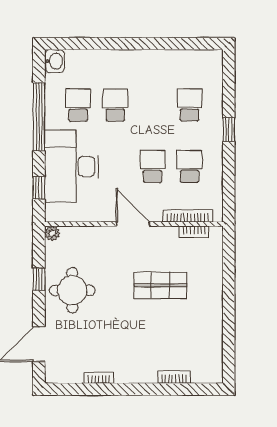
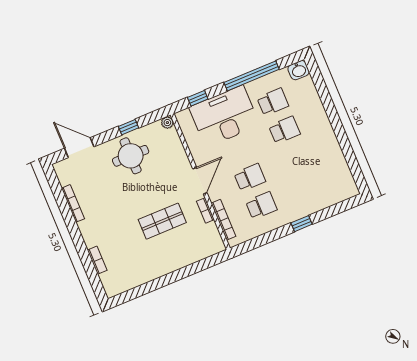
school desk: (190, 105) -> (308, 186), removed
bookcase: (194, 232) -> (205, 210), moved
shop shelf: (161, 285) -> (162, 221), turned 90
bookcase: (99, 378) -> (73, 203), width x1.56

